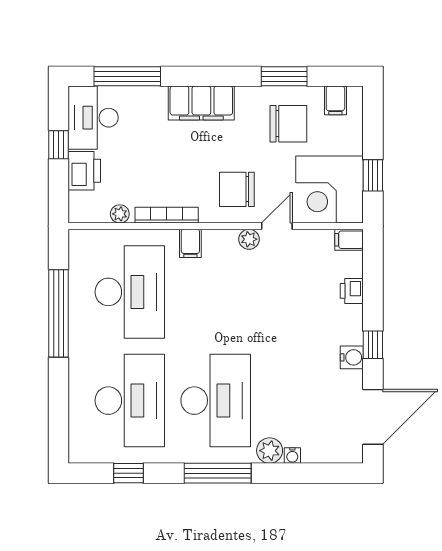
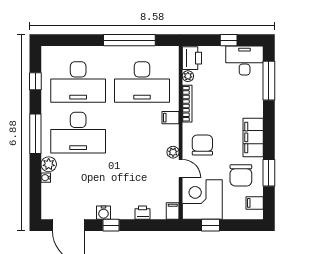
filing cabinet: (201, 103) -> (253, 137), moved
printer: (84, 171) -> (192, 58), moved, turned -90

